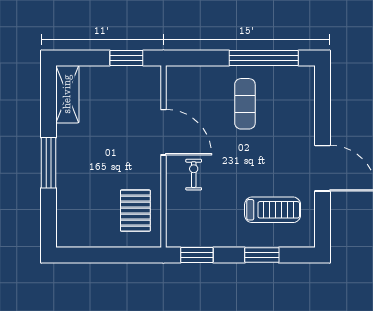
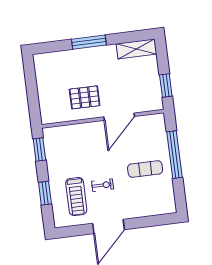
window: (264, 58) -> (175, 155), moved
exercise bike: (194, 175) -> (103, 185), moved
pallet: (135, 211) -> (85, 97), moved

